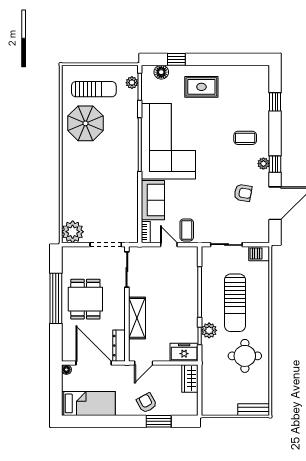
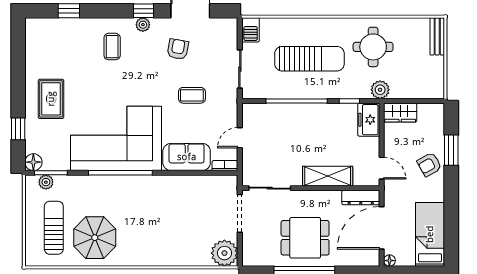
floor lamp: (161, 72) -> (33, 162), moved
coffee table: (187, 230) -> (192, 95), moved
plant: (209, 330) -> (380, 90), moved

